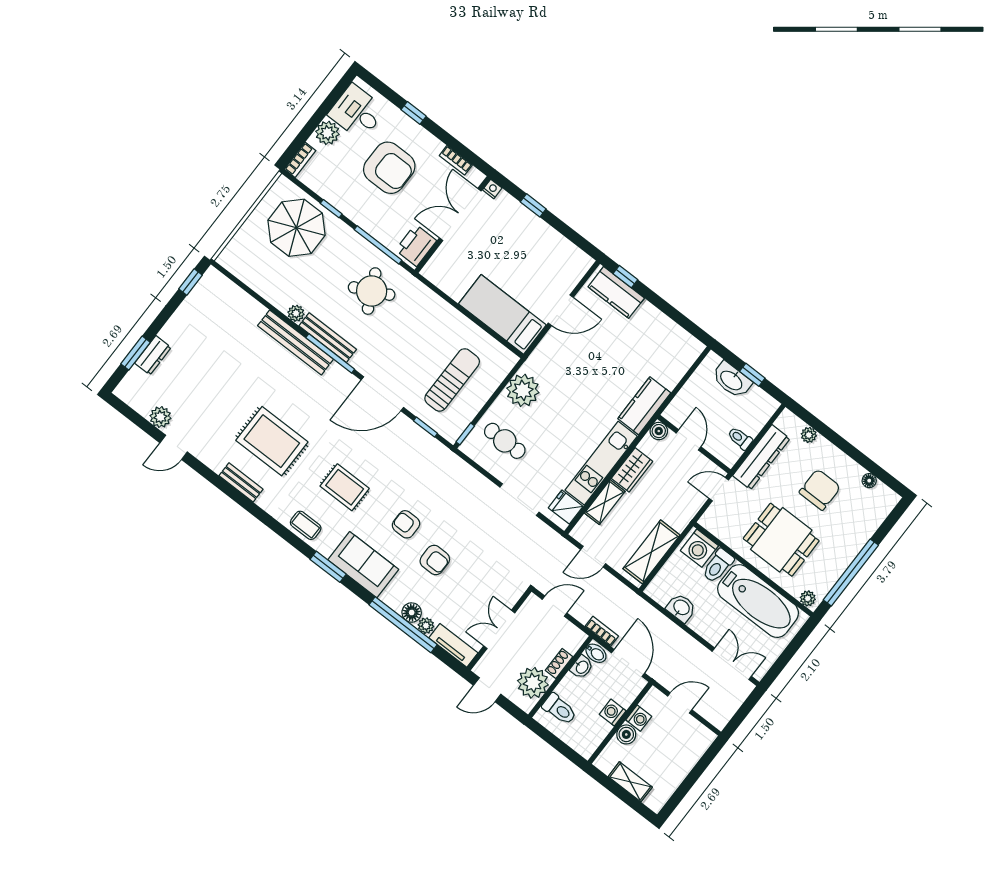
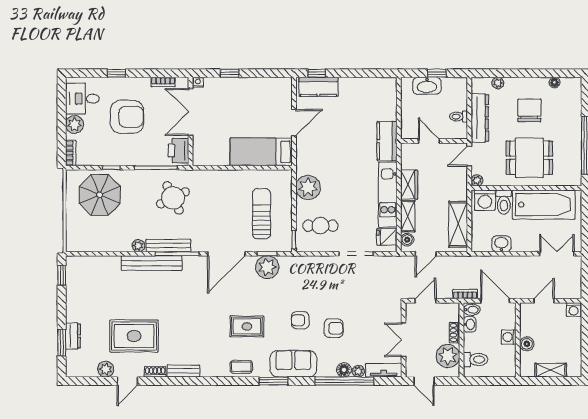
boiler: (659, 431) -> (407, 240), moved
rug: (272, 441) -> (134, 336), moved
plant: (415, 441) -> (267, 267), added
shoe rack: (210, 460) -> (155, 372), added
plant: (808, 598) -> (477, 180), moved
door: (487, 690) -> (424, 381), hinge flipped
washing machine: (639, 718) -> (574, 310), moved, turned 90

